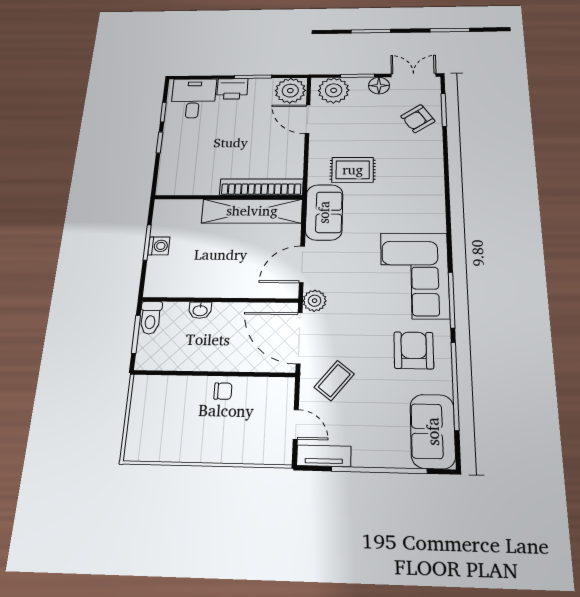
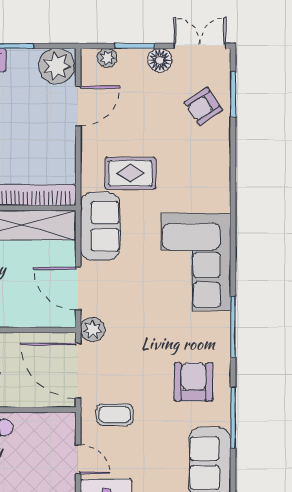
plant: (334, 90) -> (107, 58), width x0.53, depth x0.53
door: (308, 119) -> (78, 106), swing flipped
door: (302, 264) -> (78, 288), hinge flipped
corner sofa: (415, 275) -> (196, 262), moved
coffee table: (334, 381) -> (115, 415), turned 51
window: (455, 386) -> (233, 418), width x0.68

